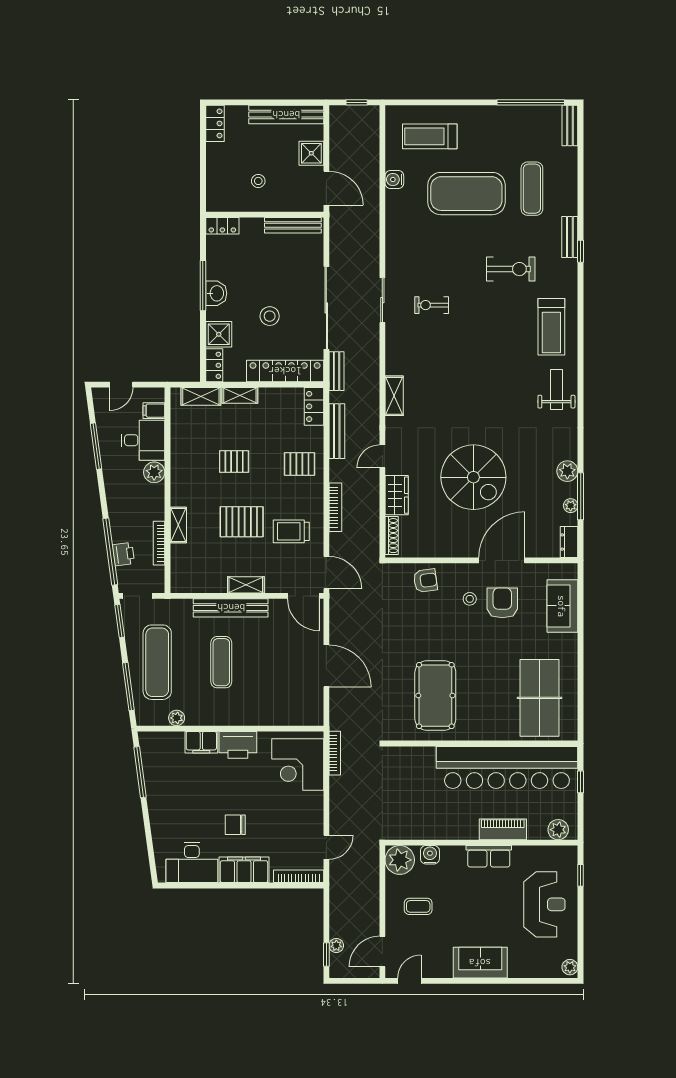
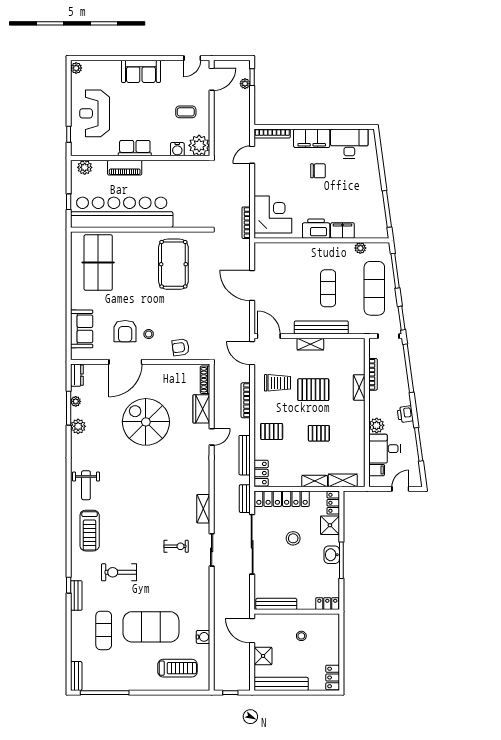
treadmill: (551, 327) -> (90, 531), turned 180
shelving: (394, 396) -> (203, 509), moved
printer: (123, 554) -> (405, 414), moved

